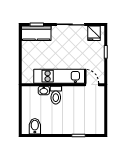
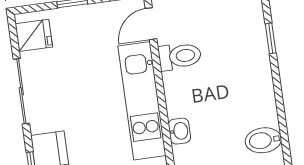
toilet: (56, 95) -> (180, 56), moved

